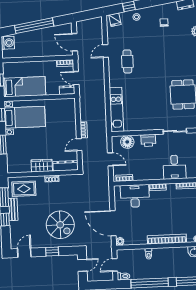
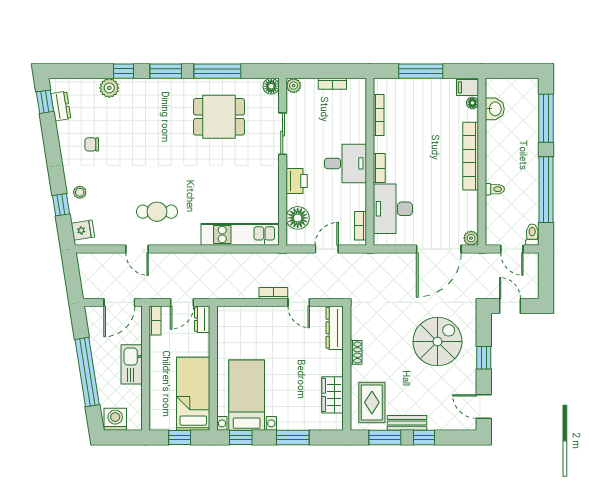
kitchen sink: (40, 51) -> (132, 364), added
wardrobe: (42, 166) -> (333, 395), moved
desk: (174, 167) -> (345, 163), moved

